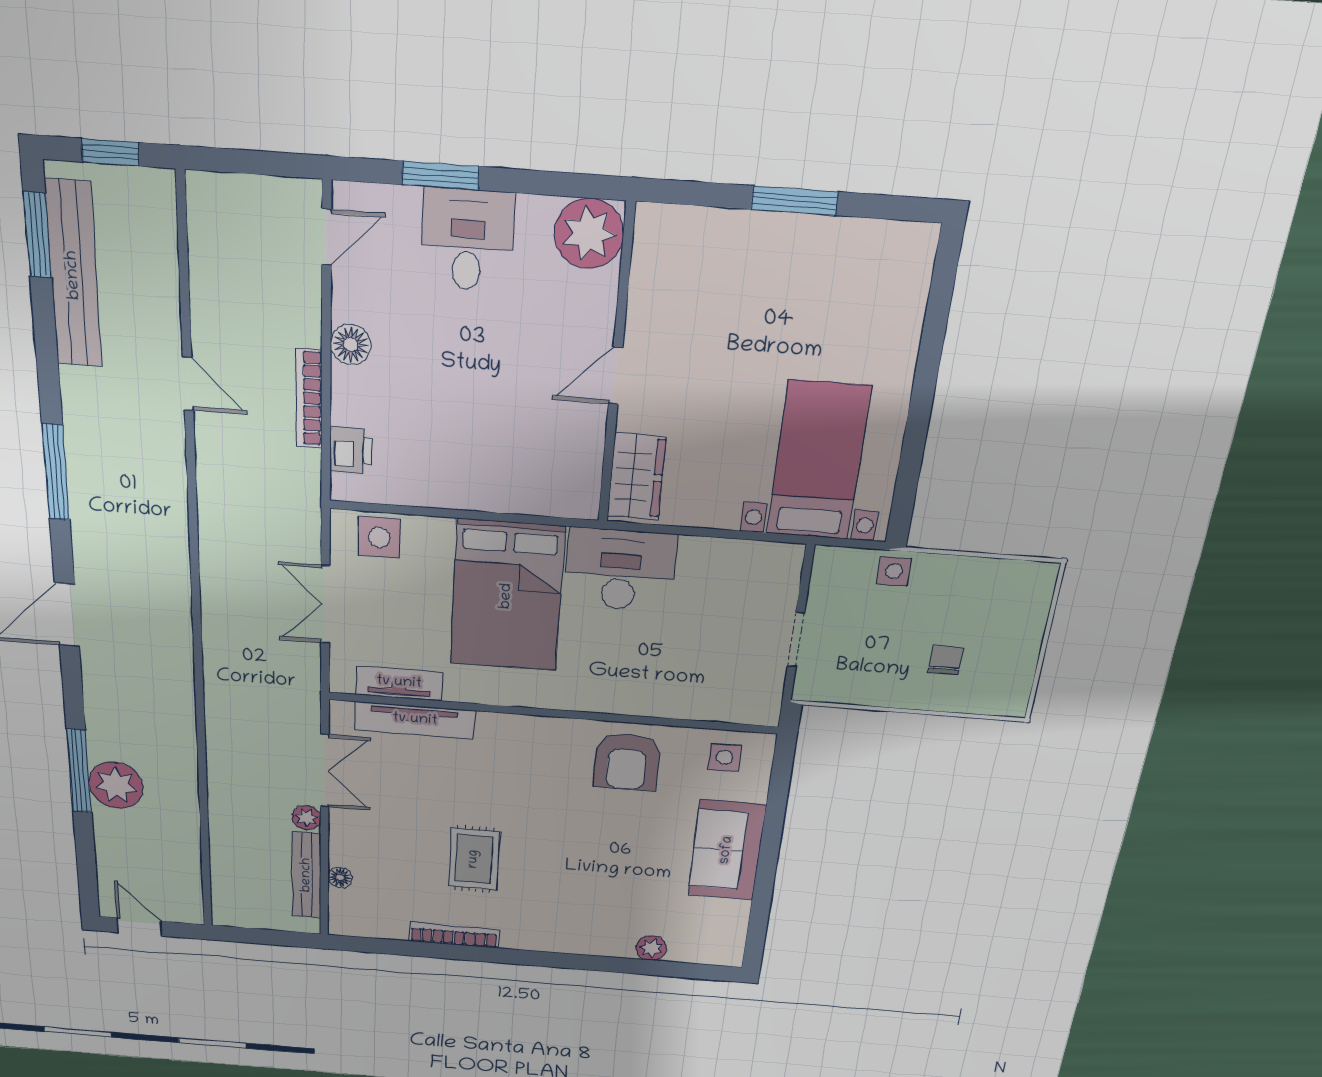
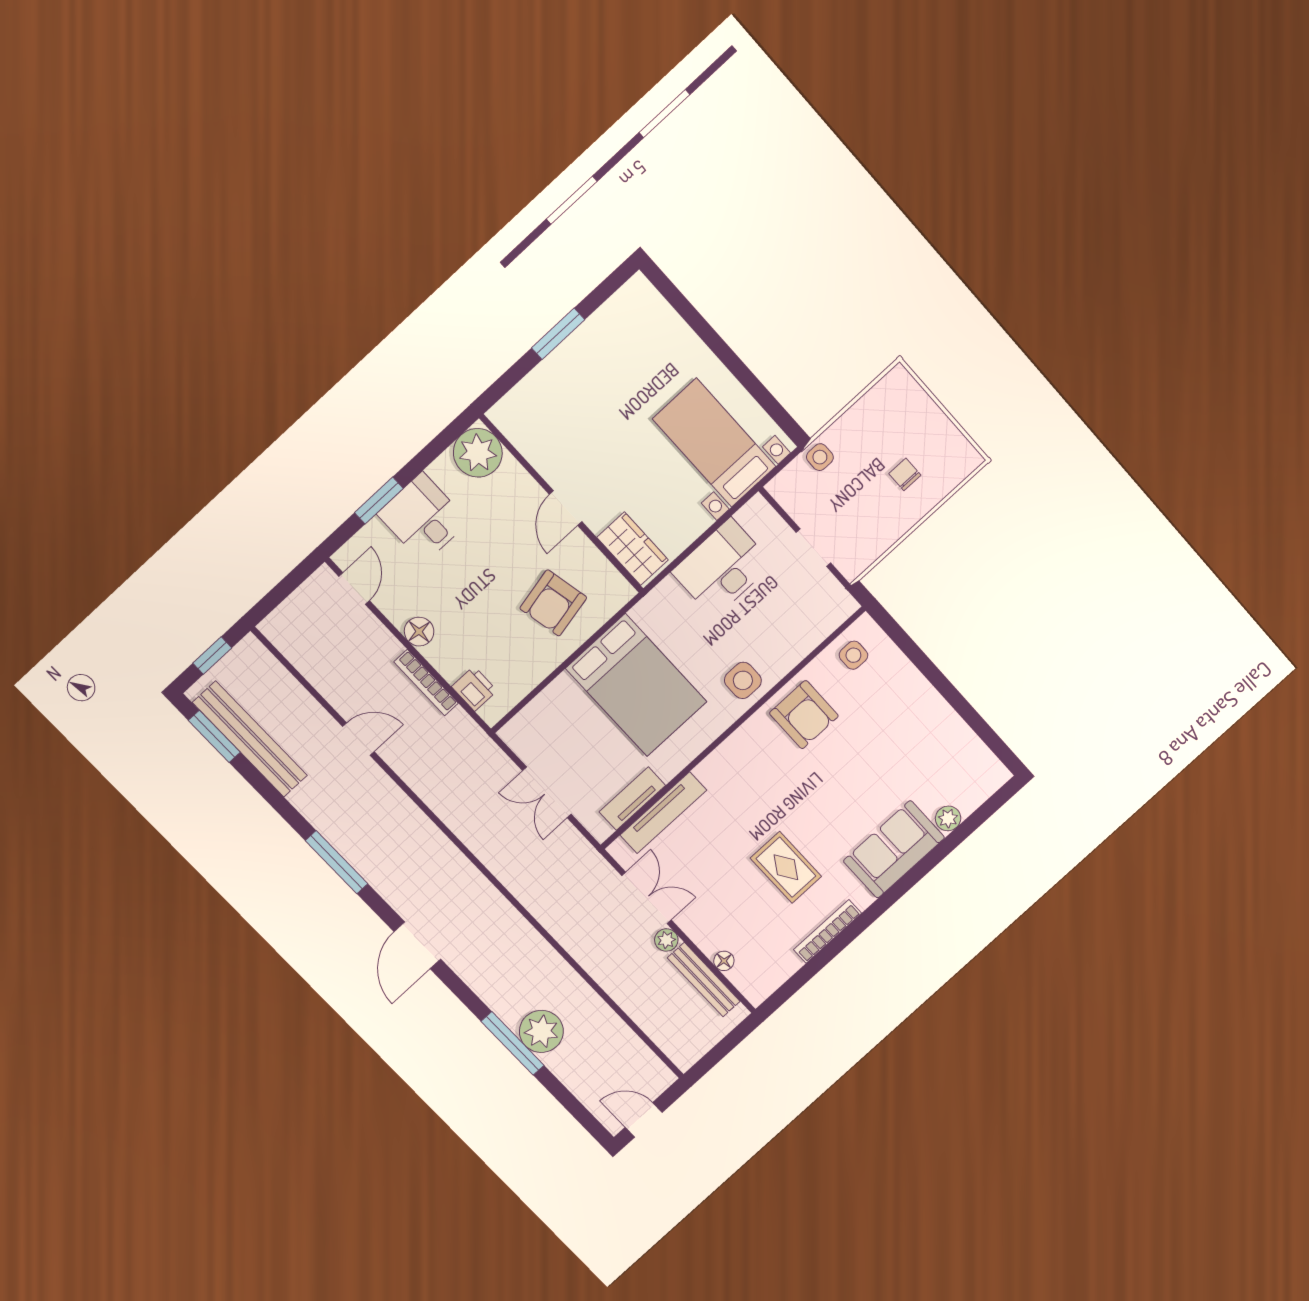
armchair: (509, 449) -> (553, 603), added
side table: (379, 537) -> (743, 680), moved
desk: (620, 570) -> (722, 568), moved
sofa: (727, 850) -> (894, 849), moved, turned 90

